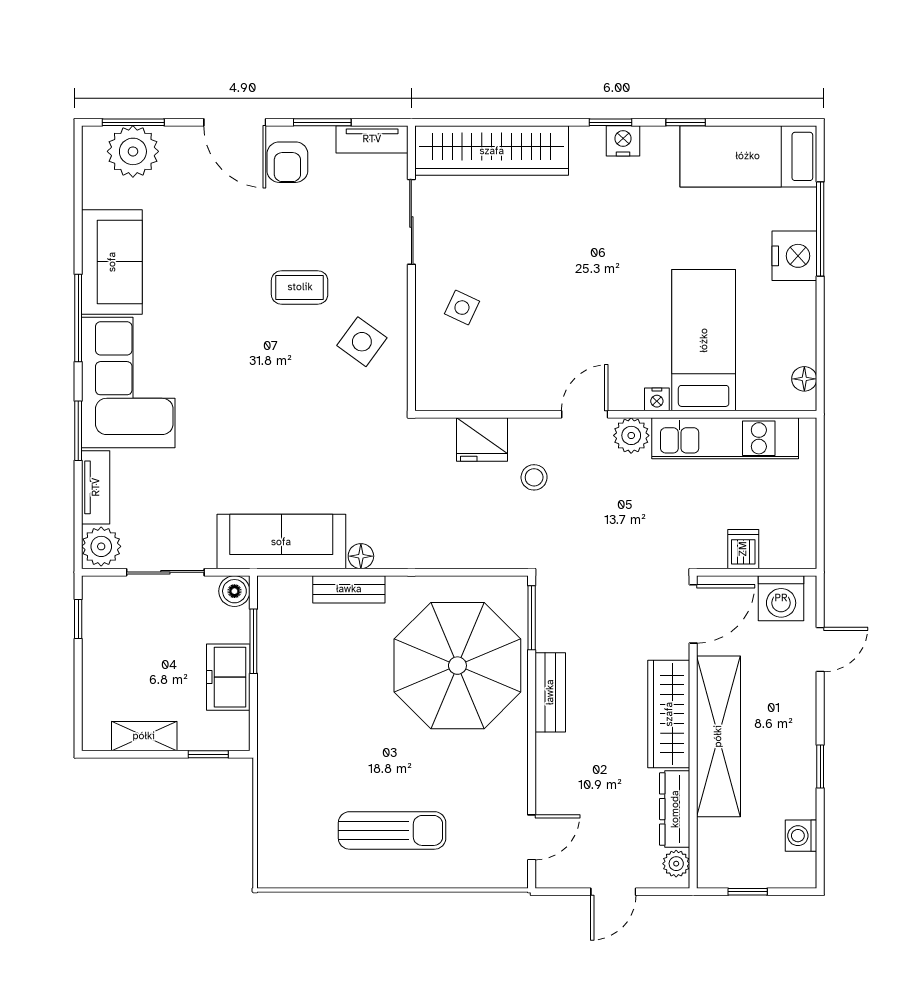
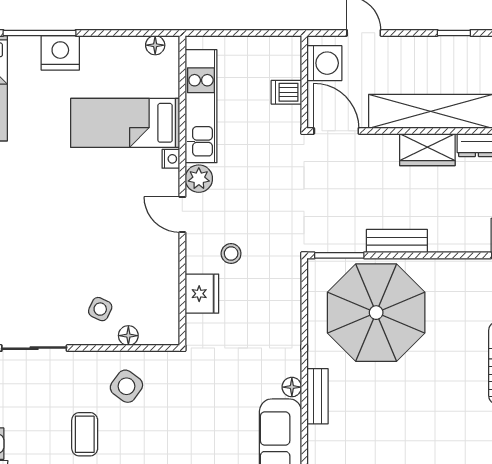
floor lamp: (428, 344) -> (128, 336), added
wardrobe: (669, 714) -> (427, 150), width x0.67

